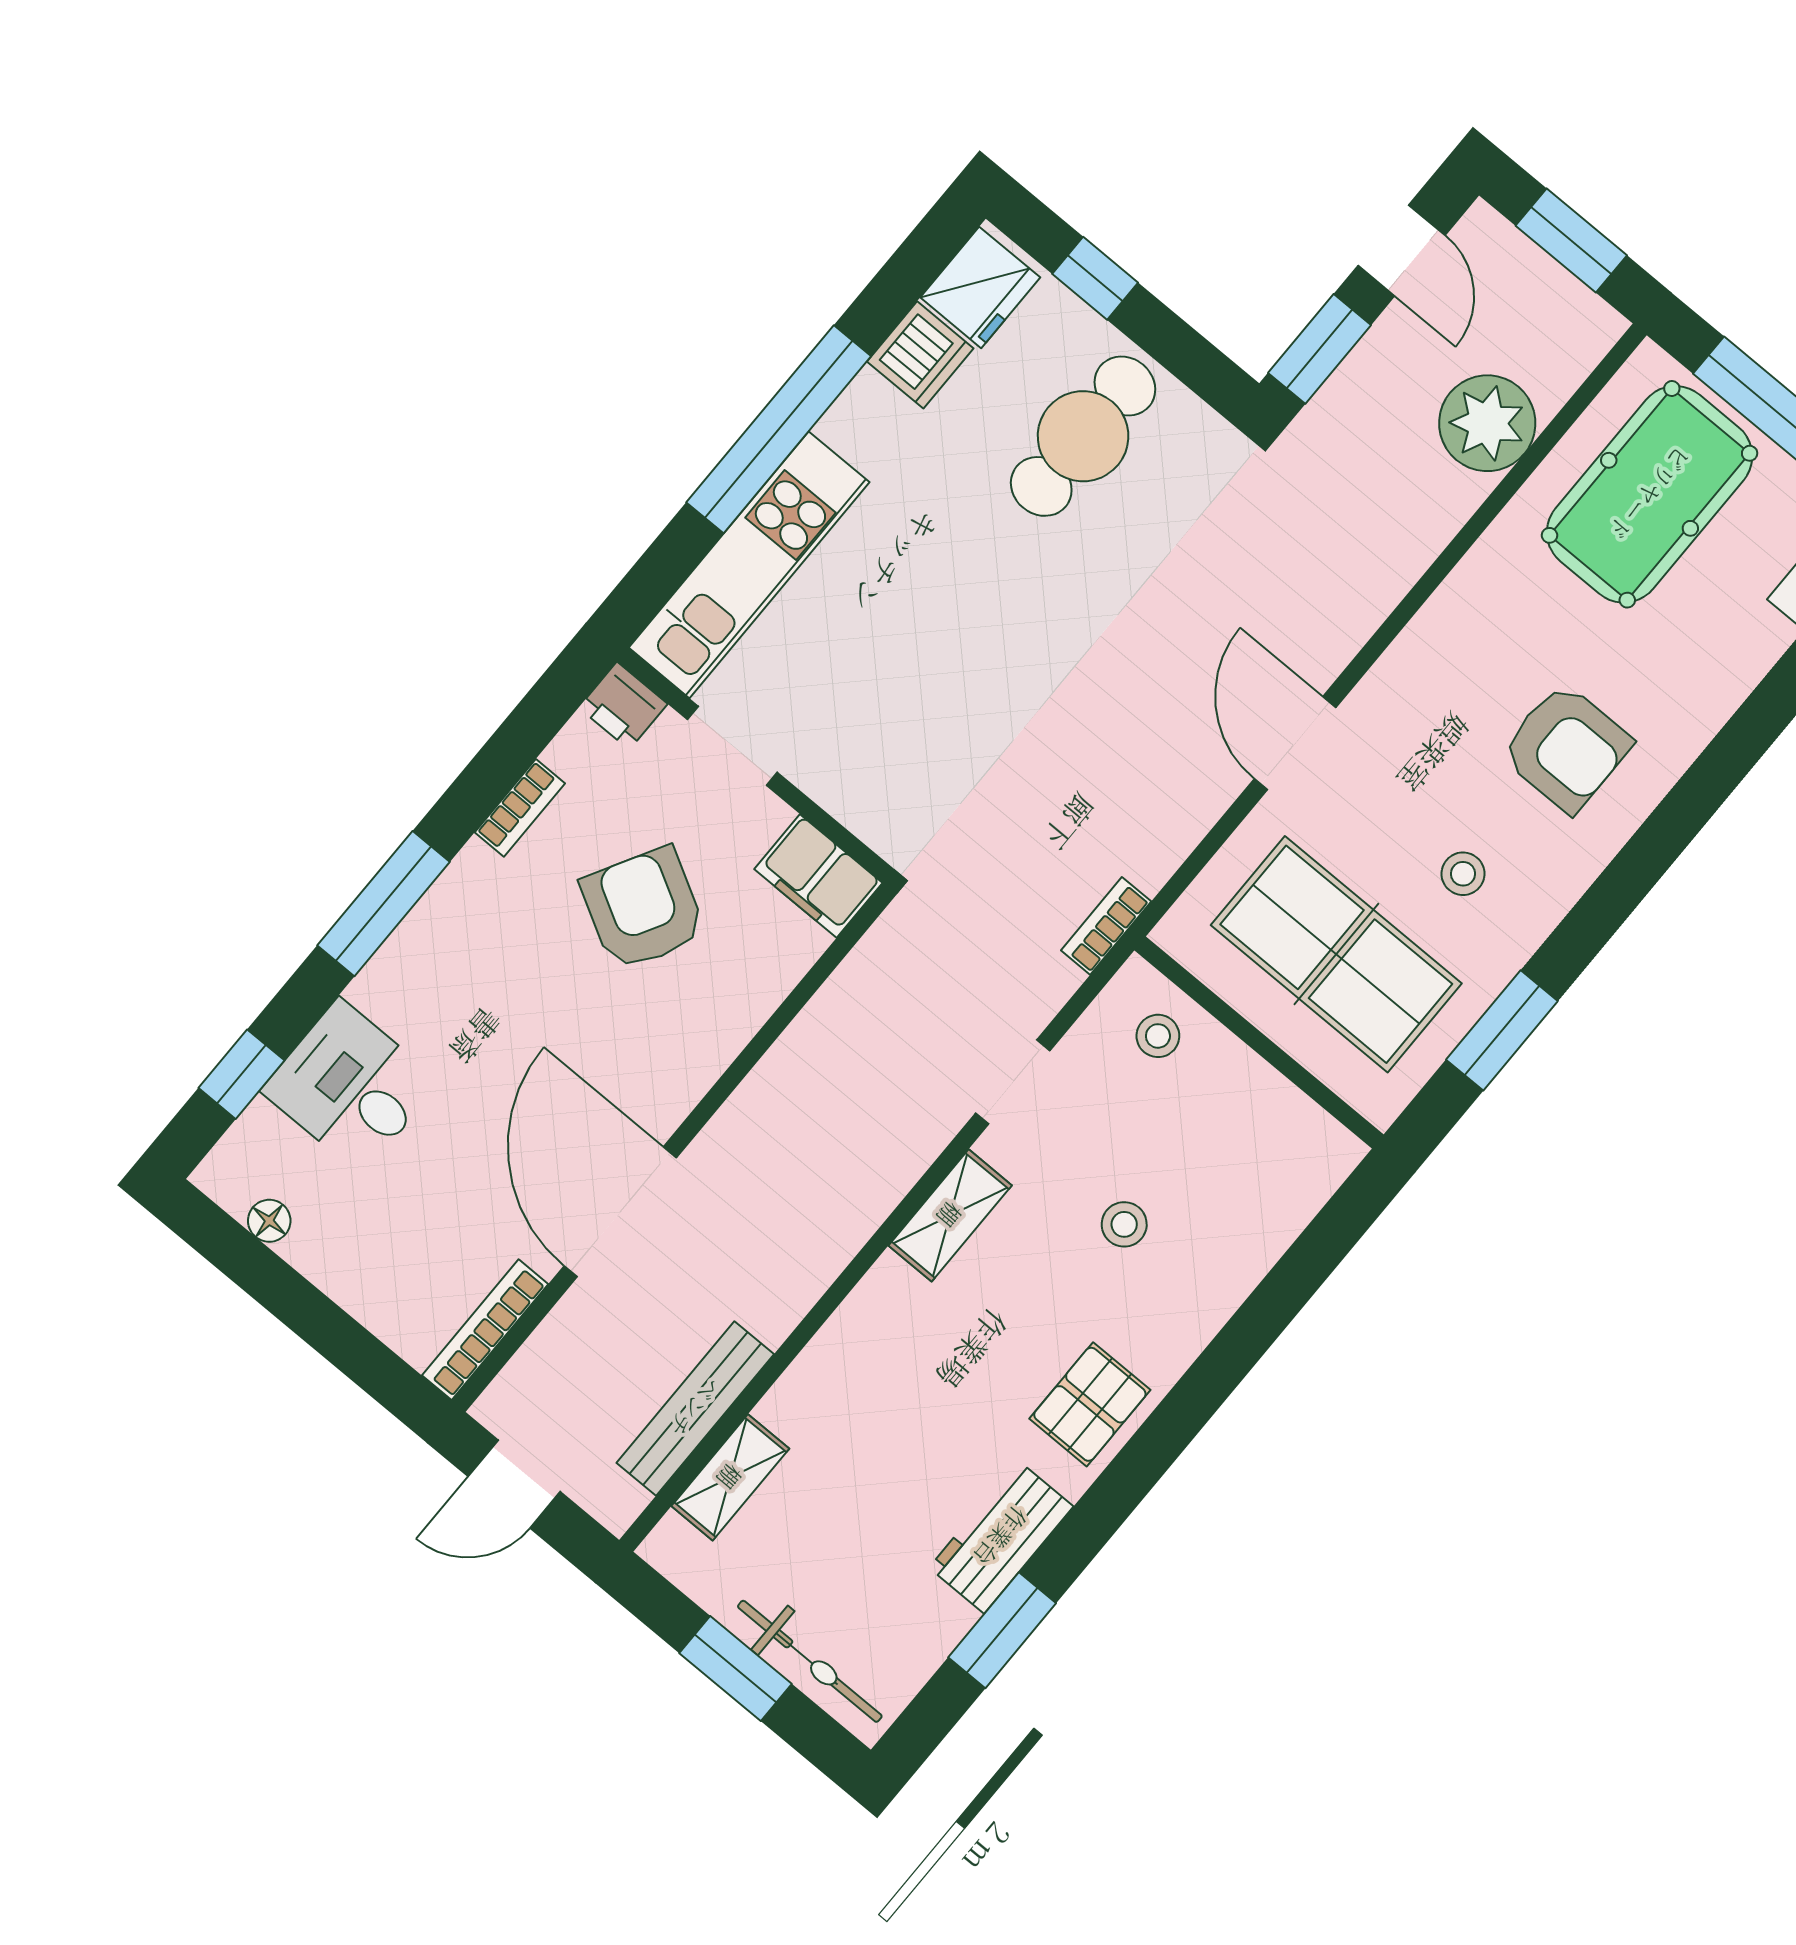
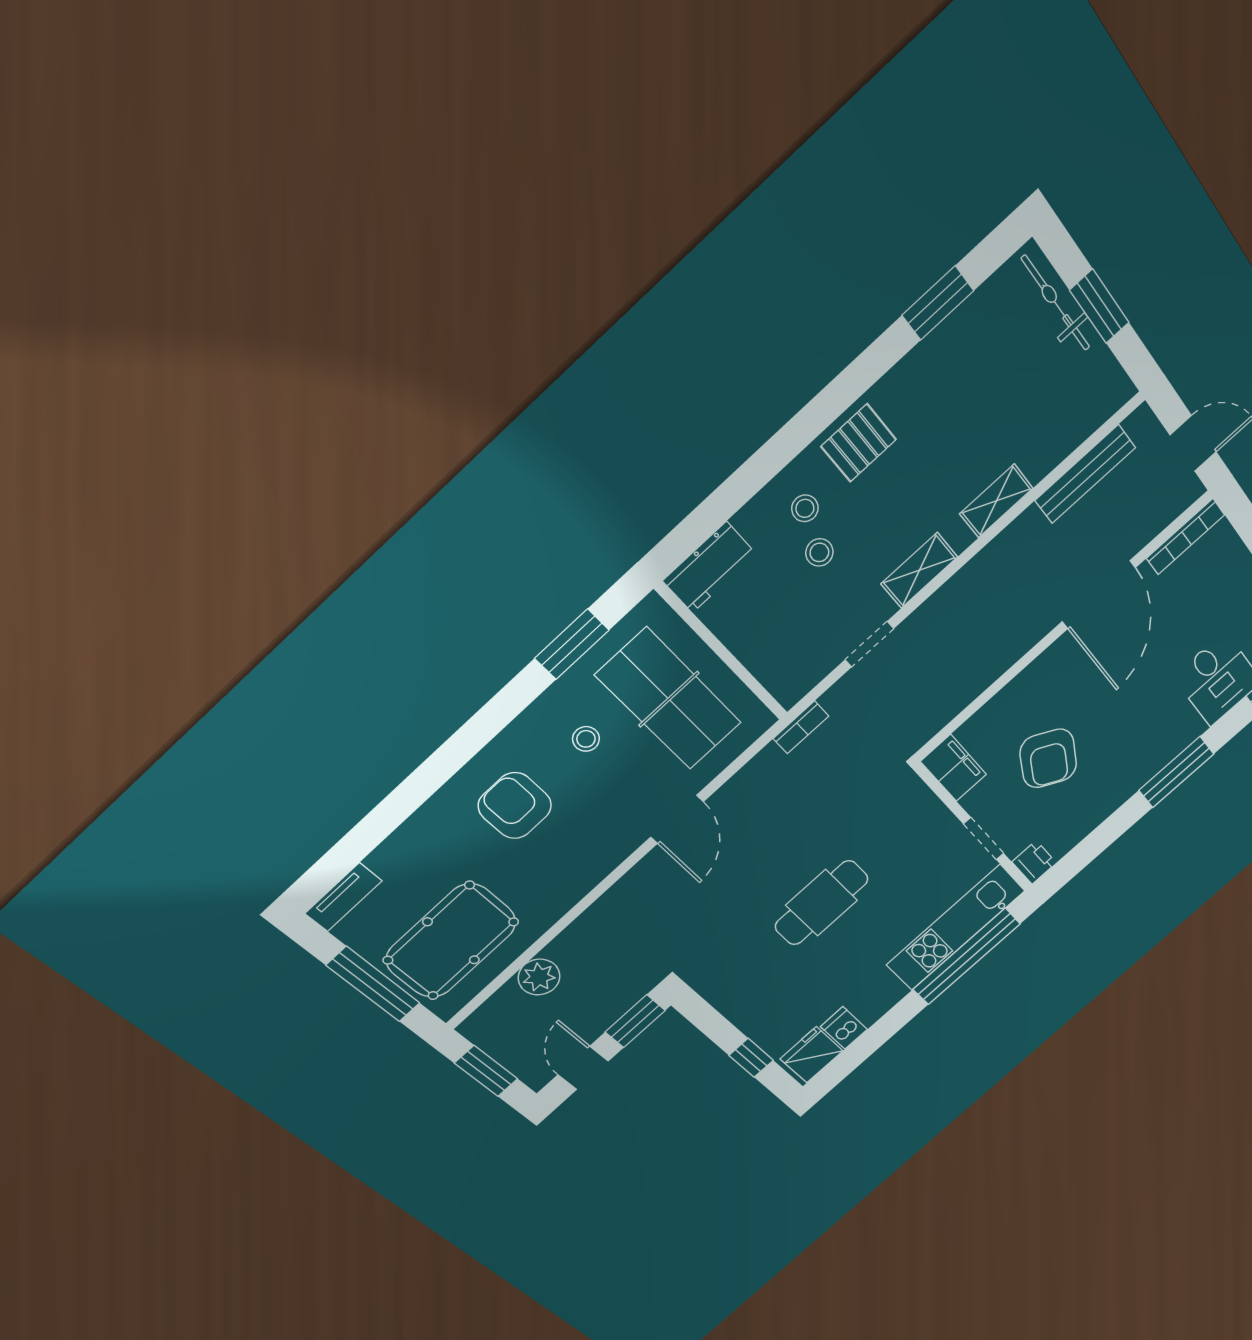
dishwasher: (920, 355) -> (844, 1028), width x0.73
plant: (1487, 423) -> (539, 977), width x0.73, depth x0.73
window: (779, 429) -> (967, 957), moved
cafe table: (1083, 436) -> (822, 903), moved
bookcase: (520, 808) -> (1097, 815), removed
stool: (1158, 1036) -> (805, 508), moved
shelving: (730, 1477) -> (996, 501), moved
workbench: (1001, 1537) -> (709, 567), moved

